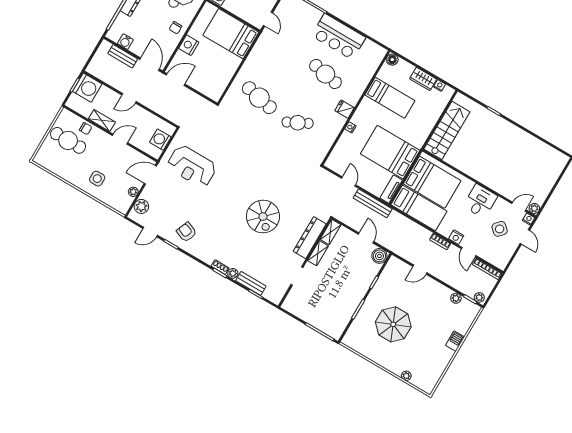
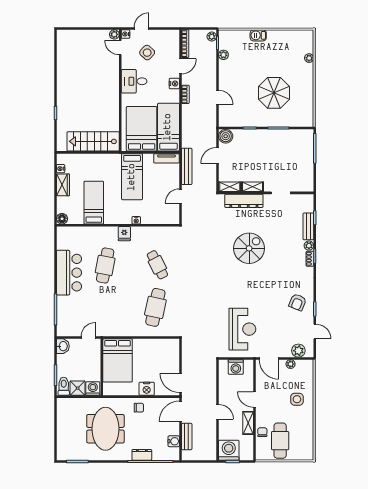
bed: (390, 152) -> (132, 177), width x0.67

